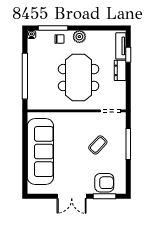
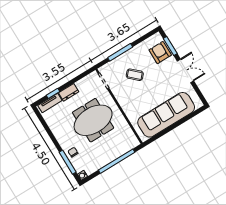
plant: (79, 37) -> (62, 138), removed

